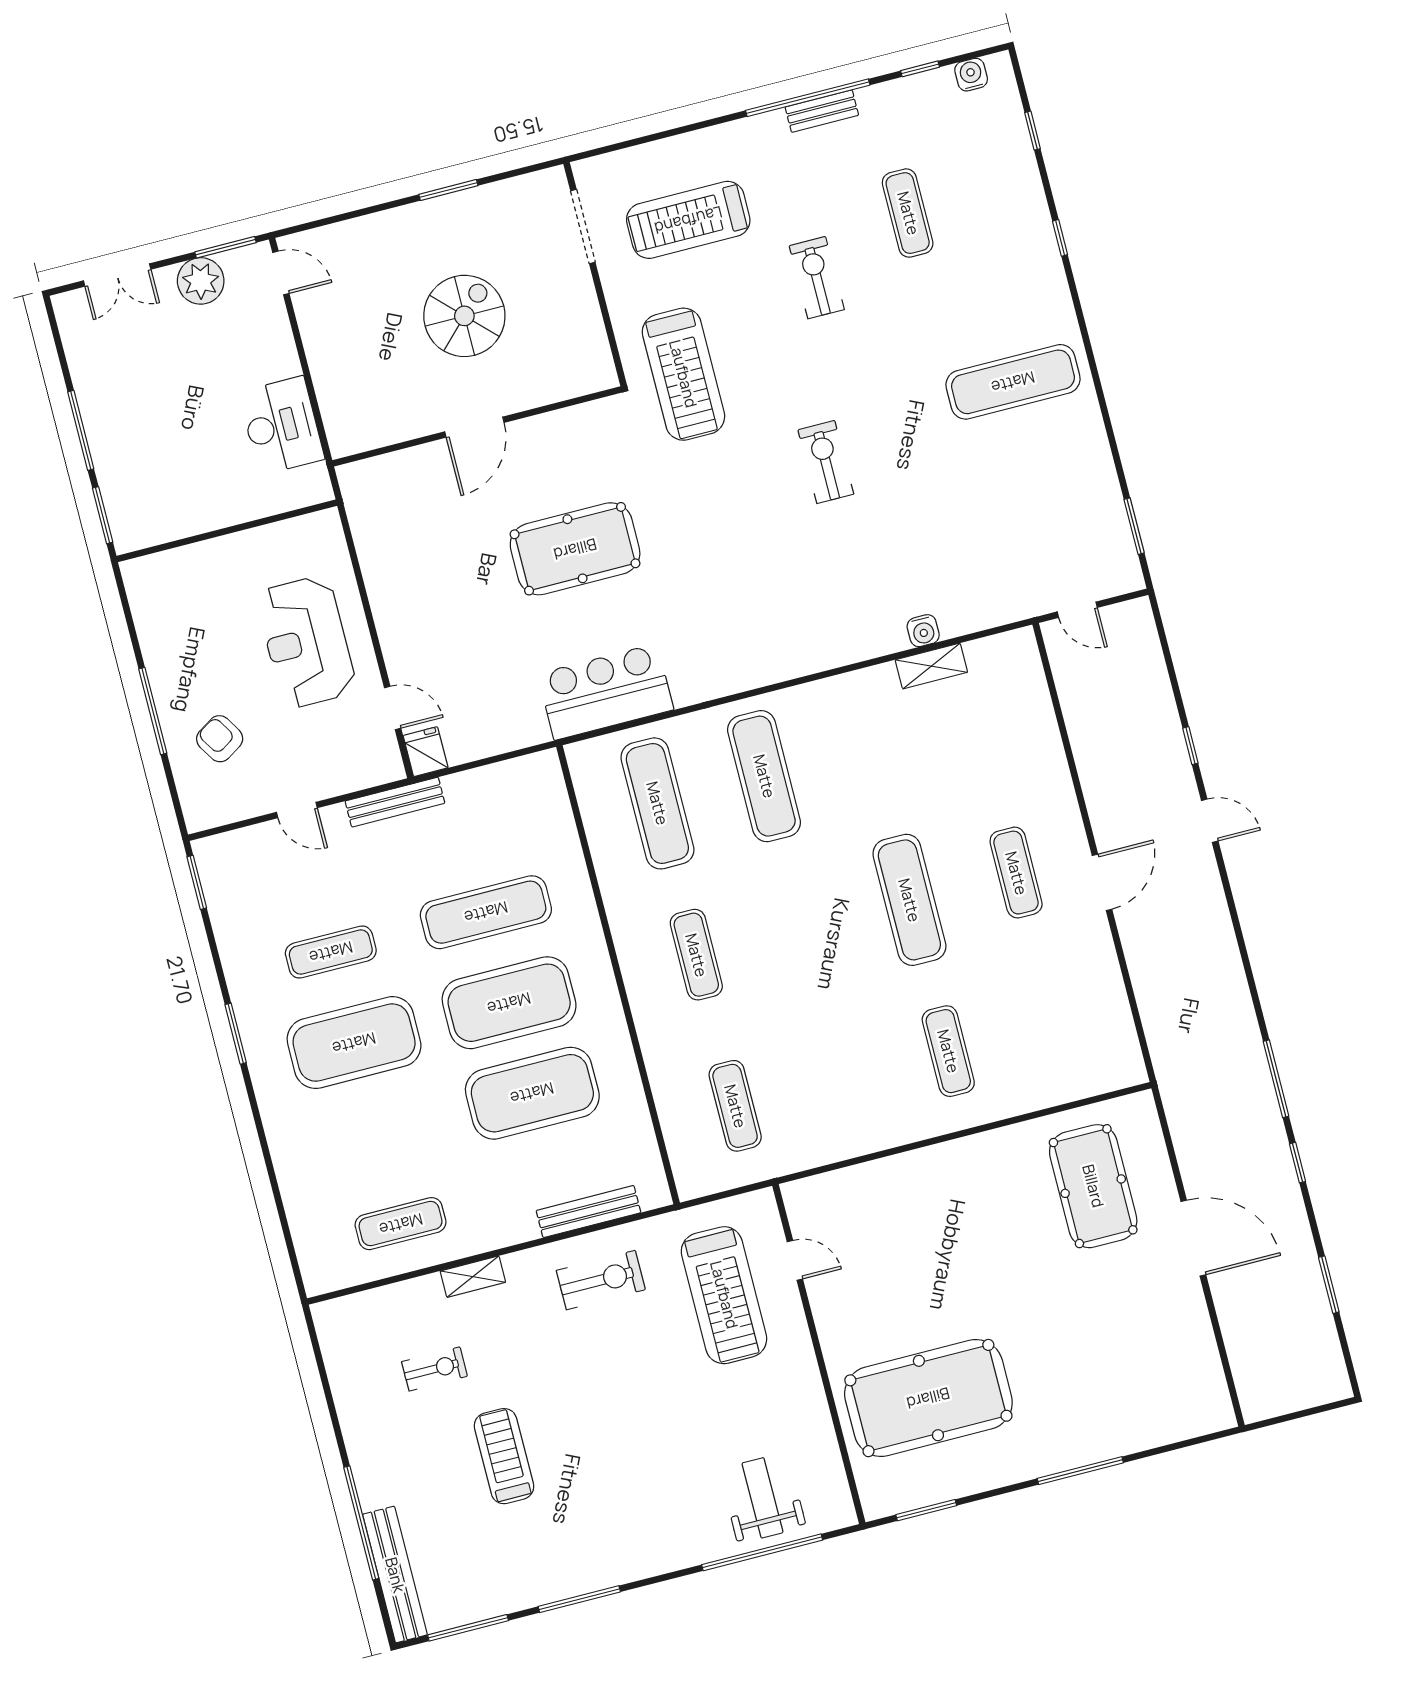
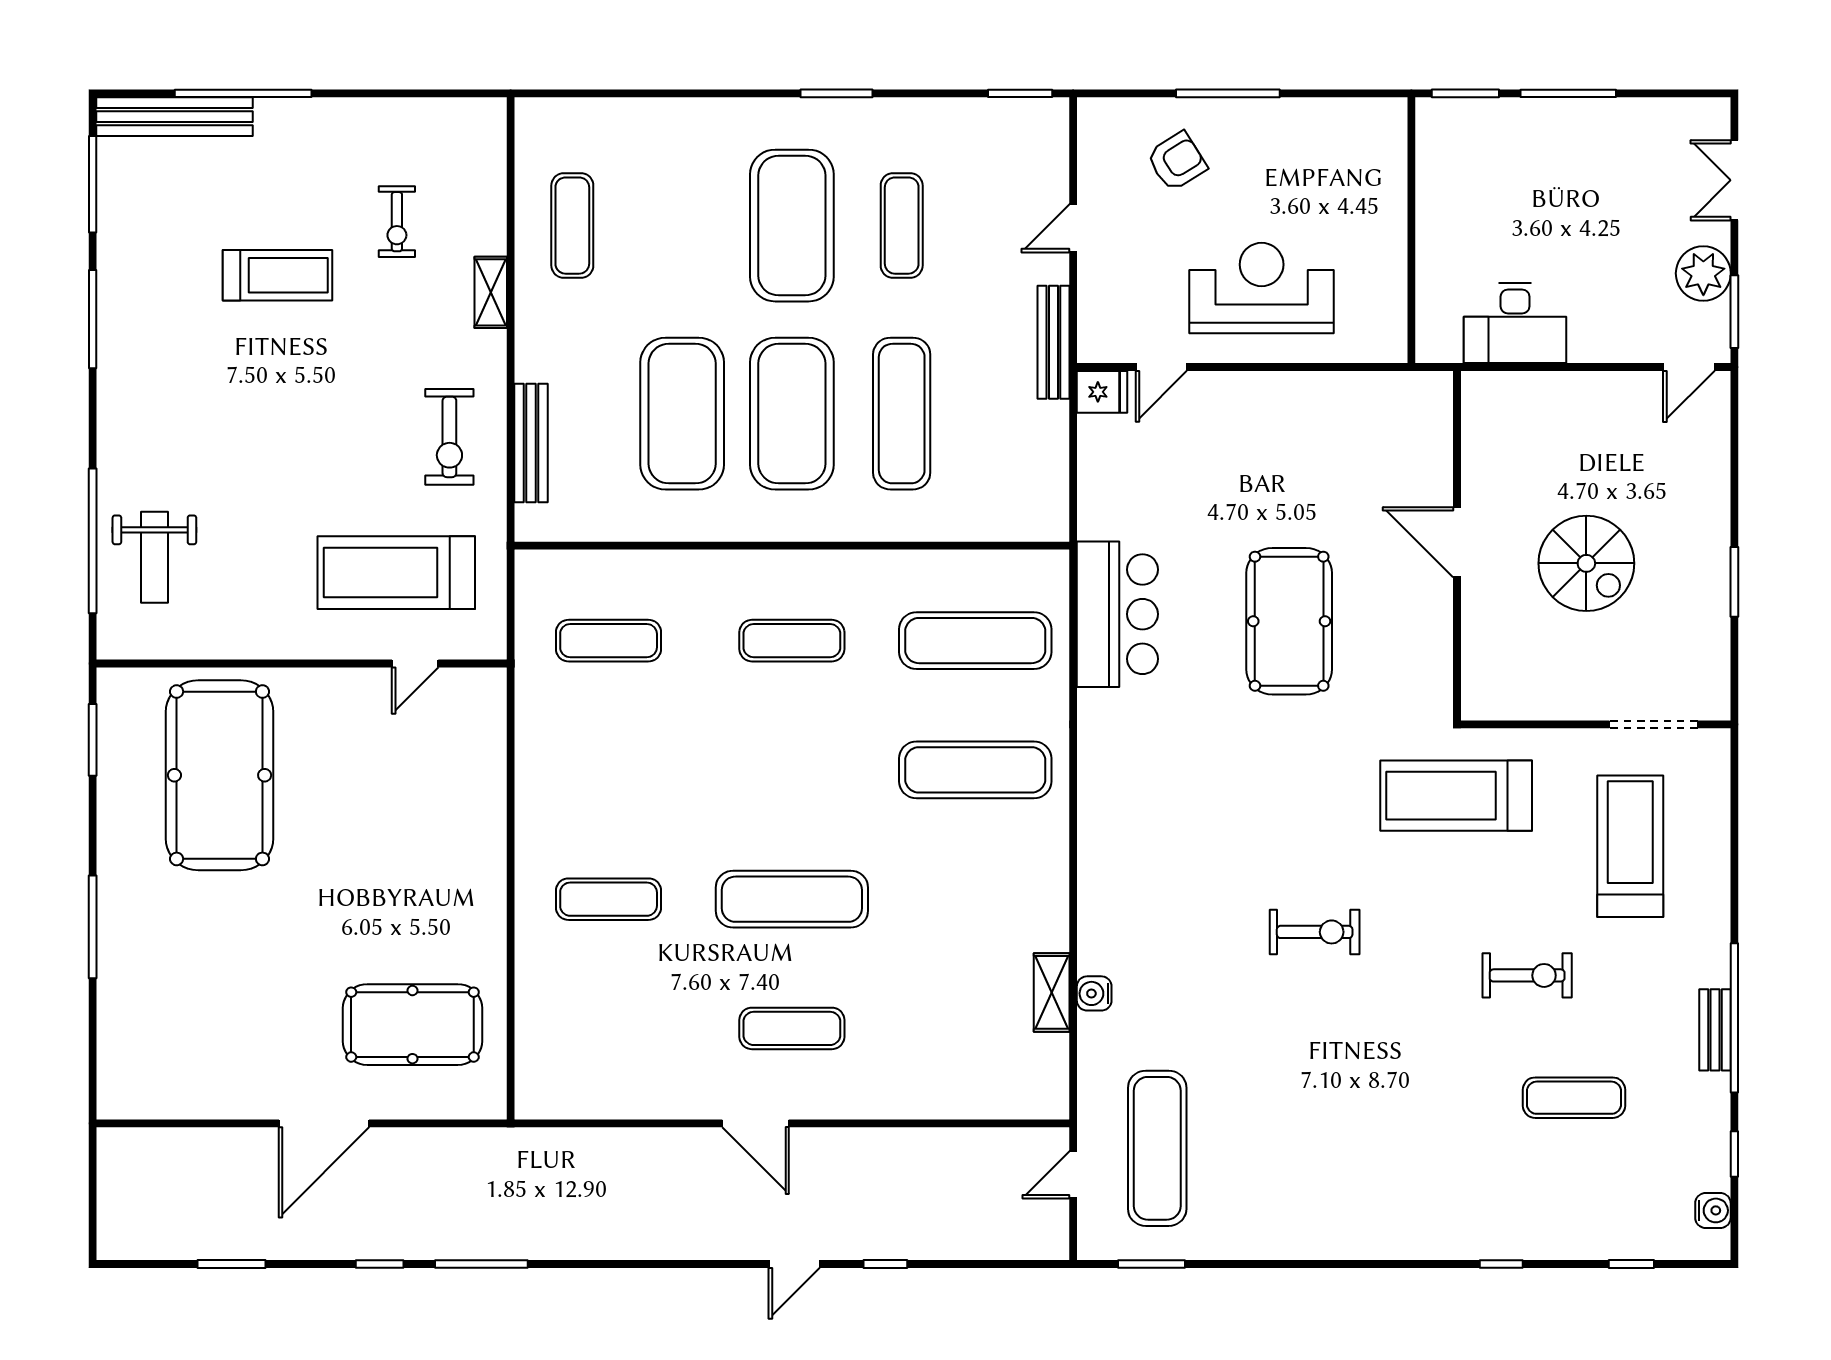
exercise mat: (1013, 382) -> (1157, 1148), moved
weight bench: (762, 1498) -> (154, 557), turned 90

